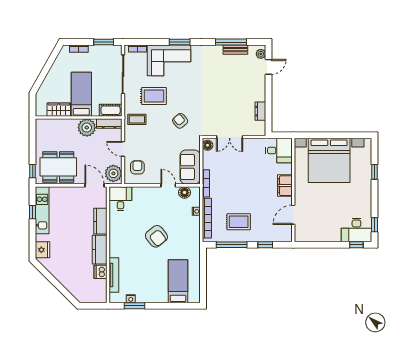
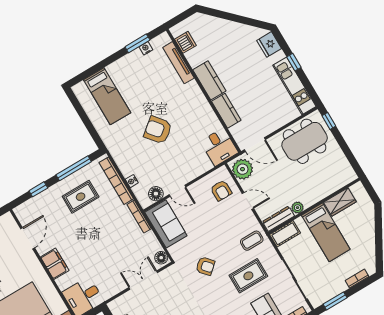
plant: (87, 128) -> (297, 208), width x0.53, depth x0.53
window: (33, 212) -> (294, 62), moved
dishwasher: (100, 272) -> (185, 42), moved

